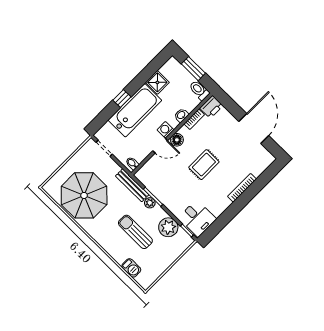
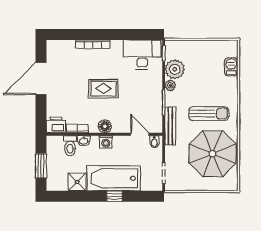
toilet: (199, 90) -> (70, 146), moved
door: (160, 146) -> (140, 134), moved
plant: (150, 203) -> (170, 86), moved
desk: (197, 218) -> (142, 55), width x1.37
sun lounger: (135, 232) -> (209, 114), moved, turned -90

